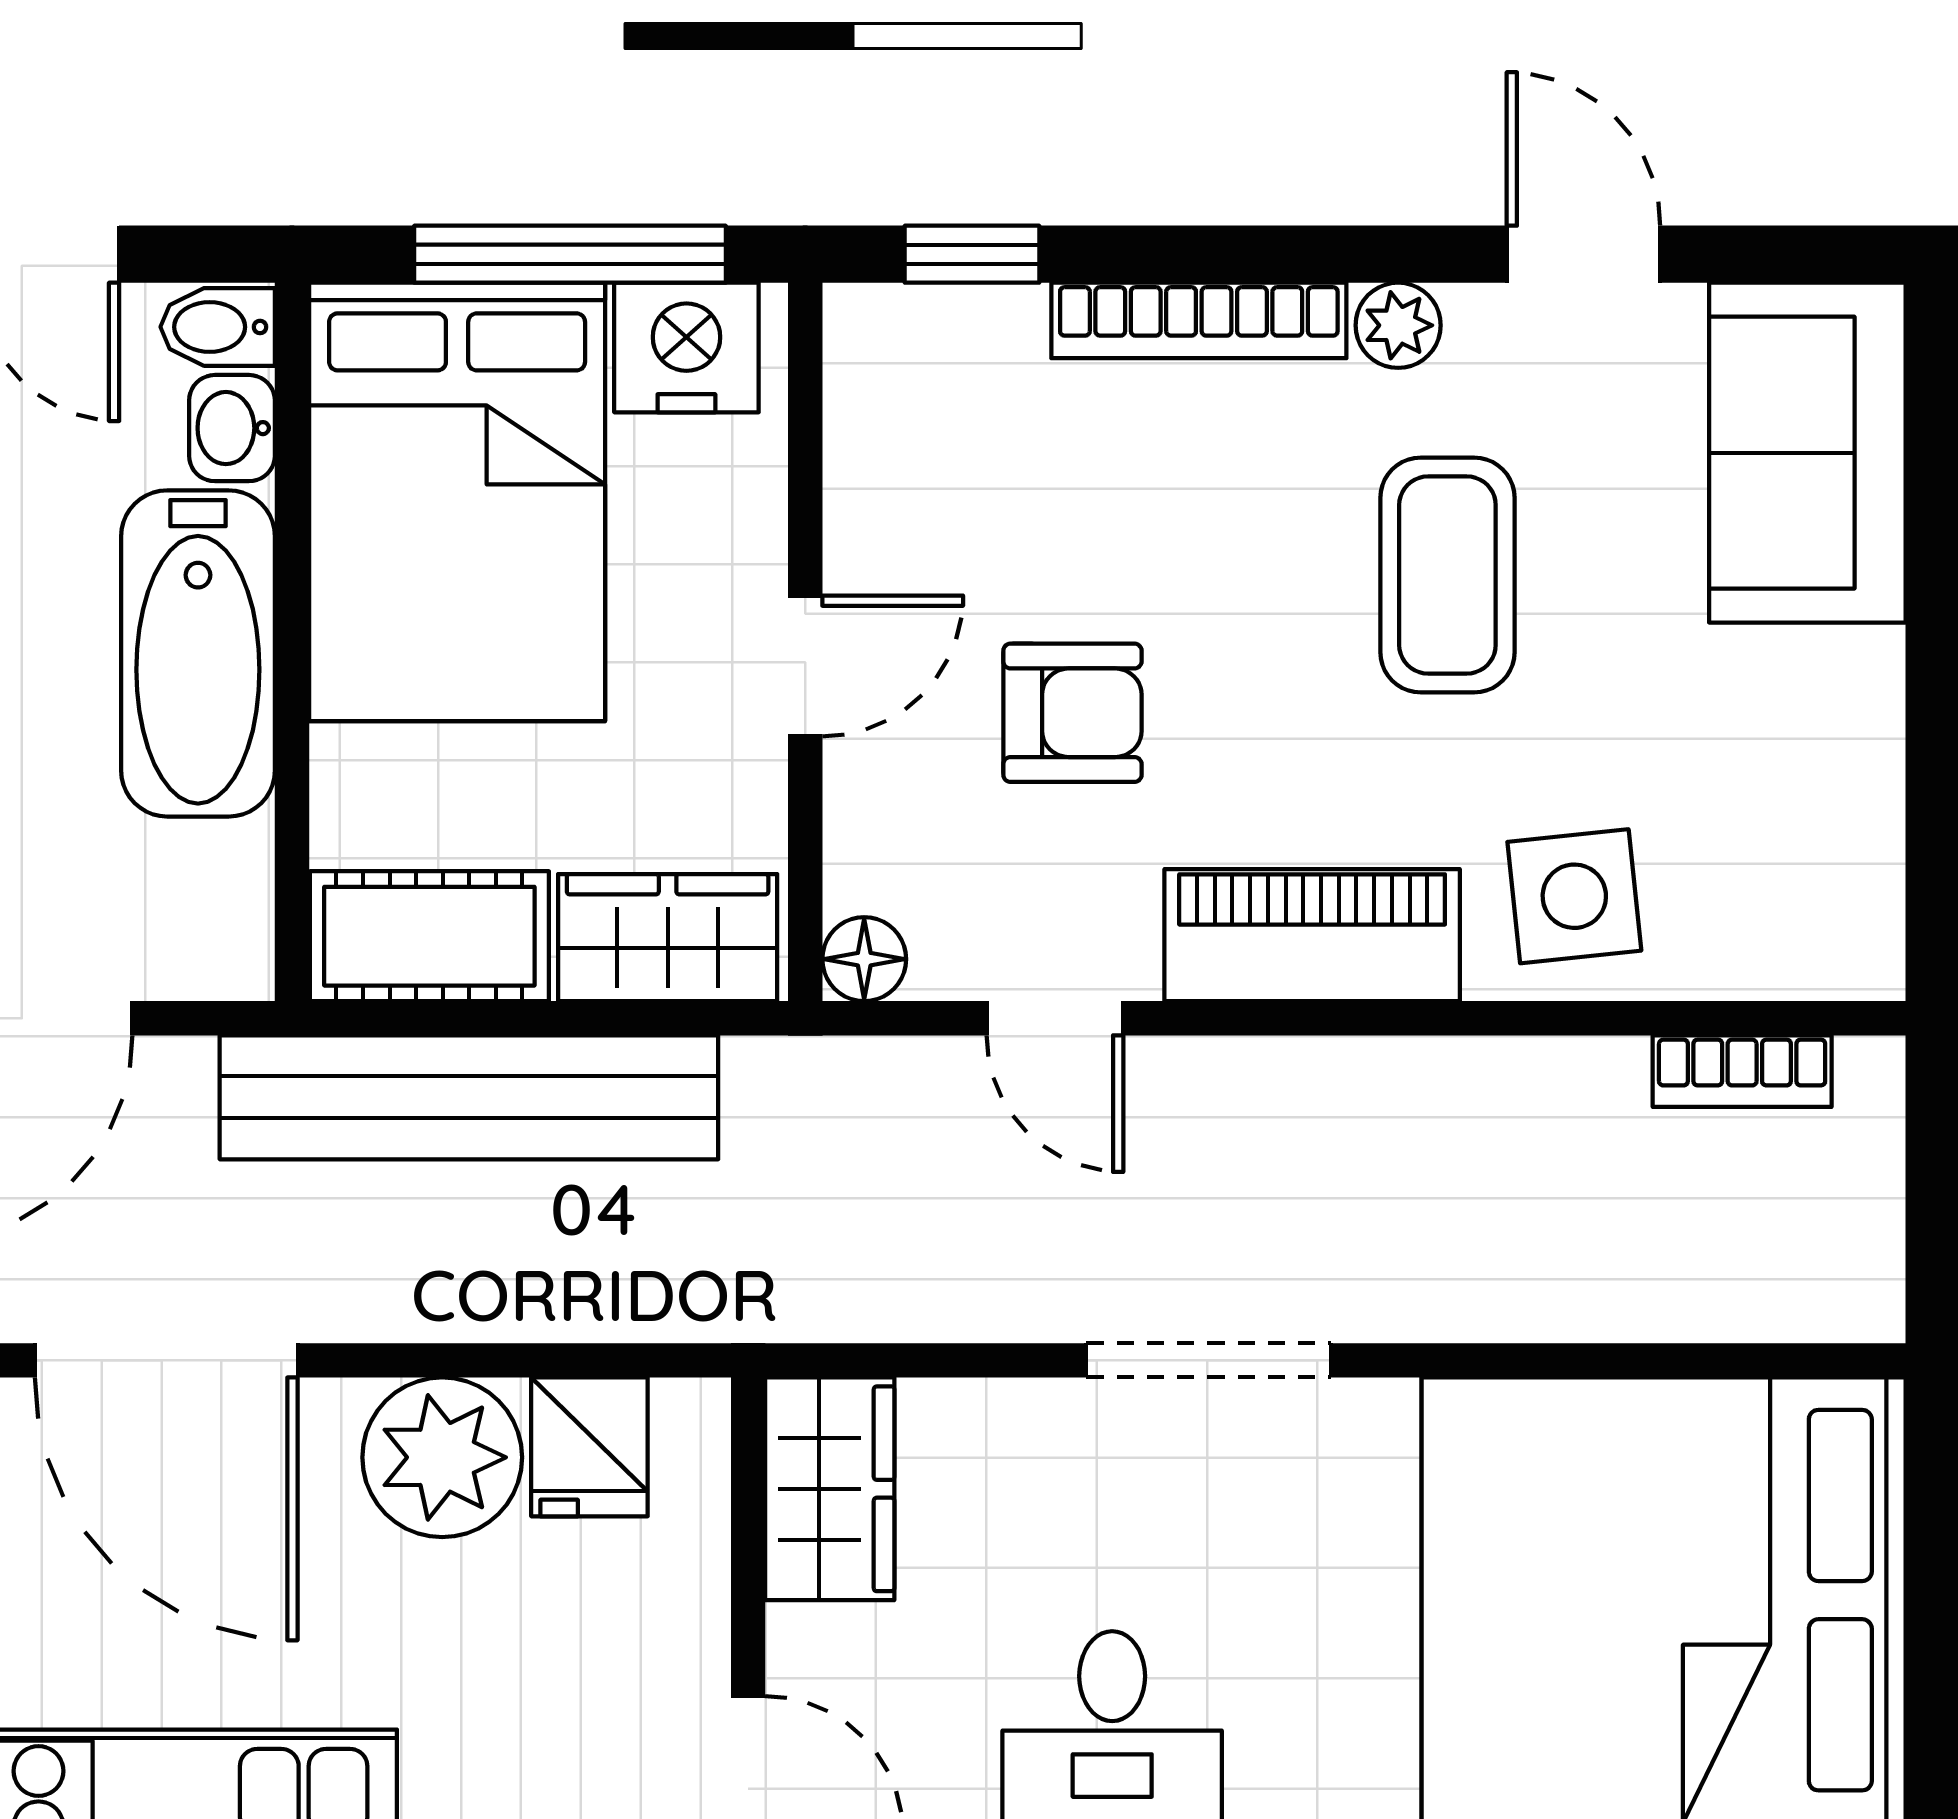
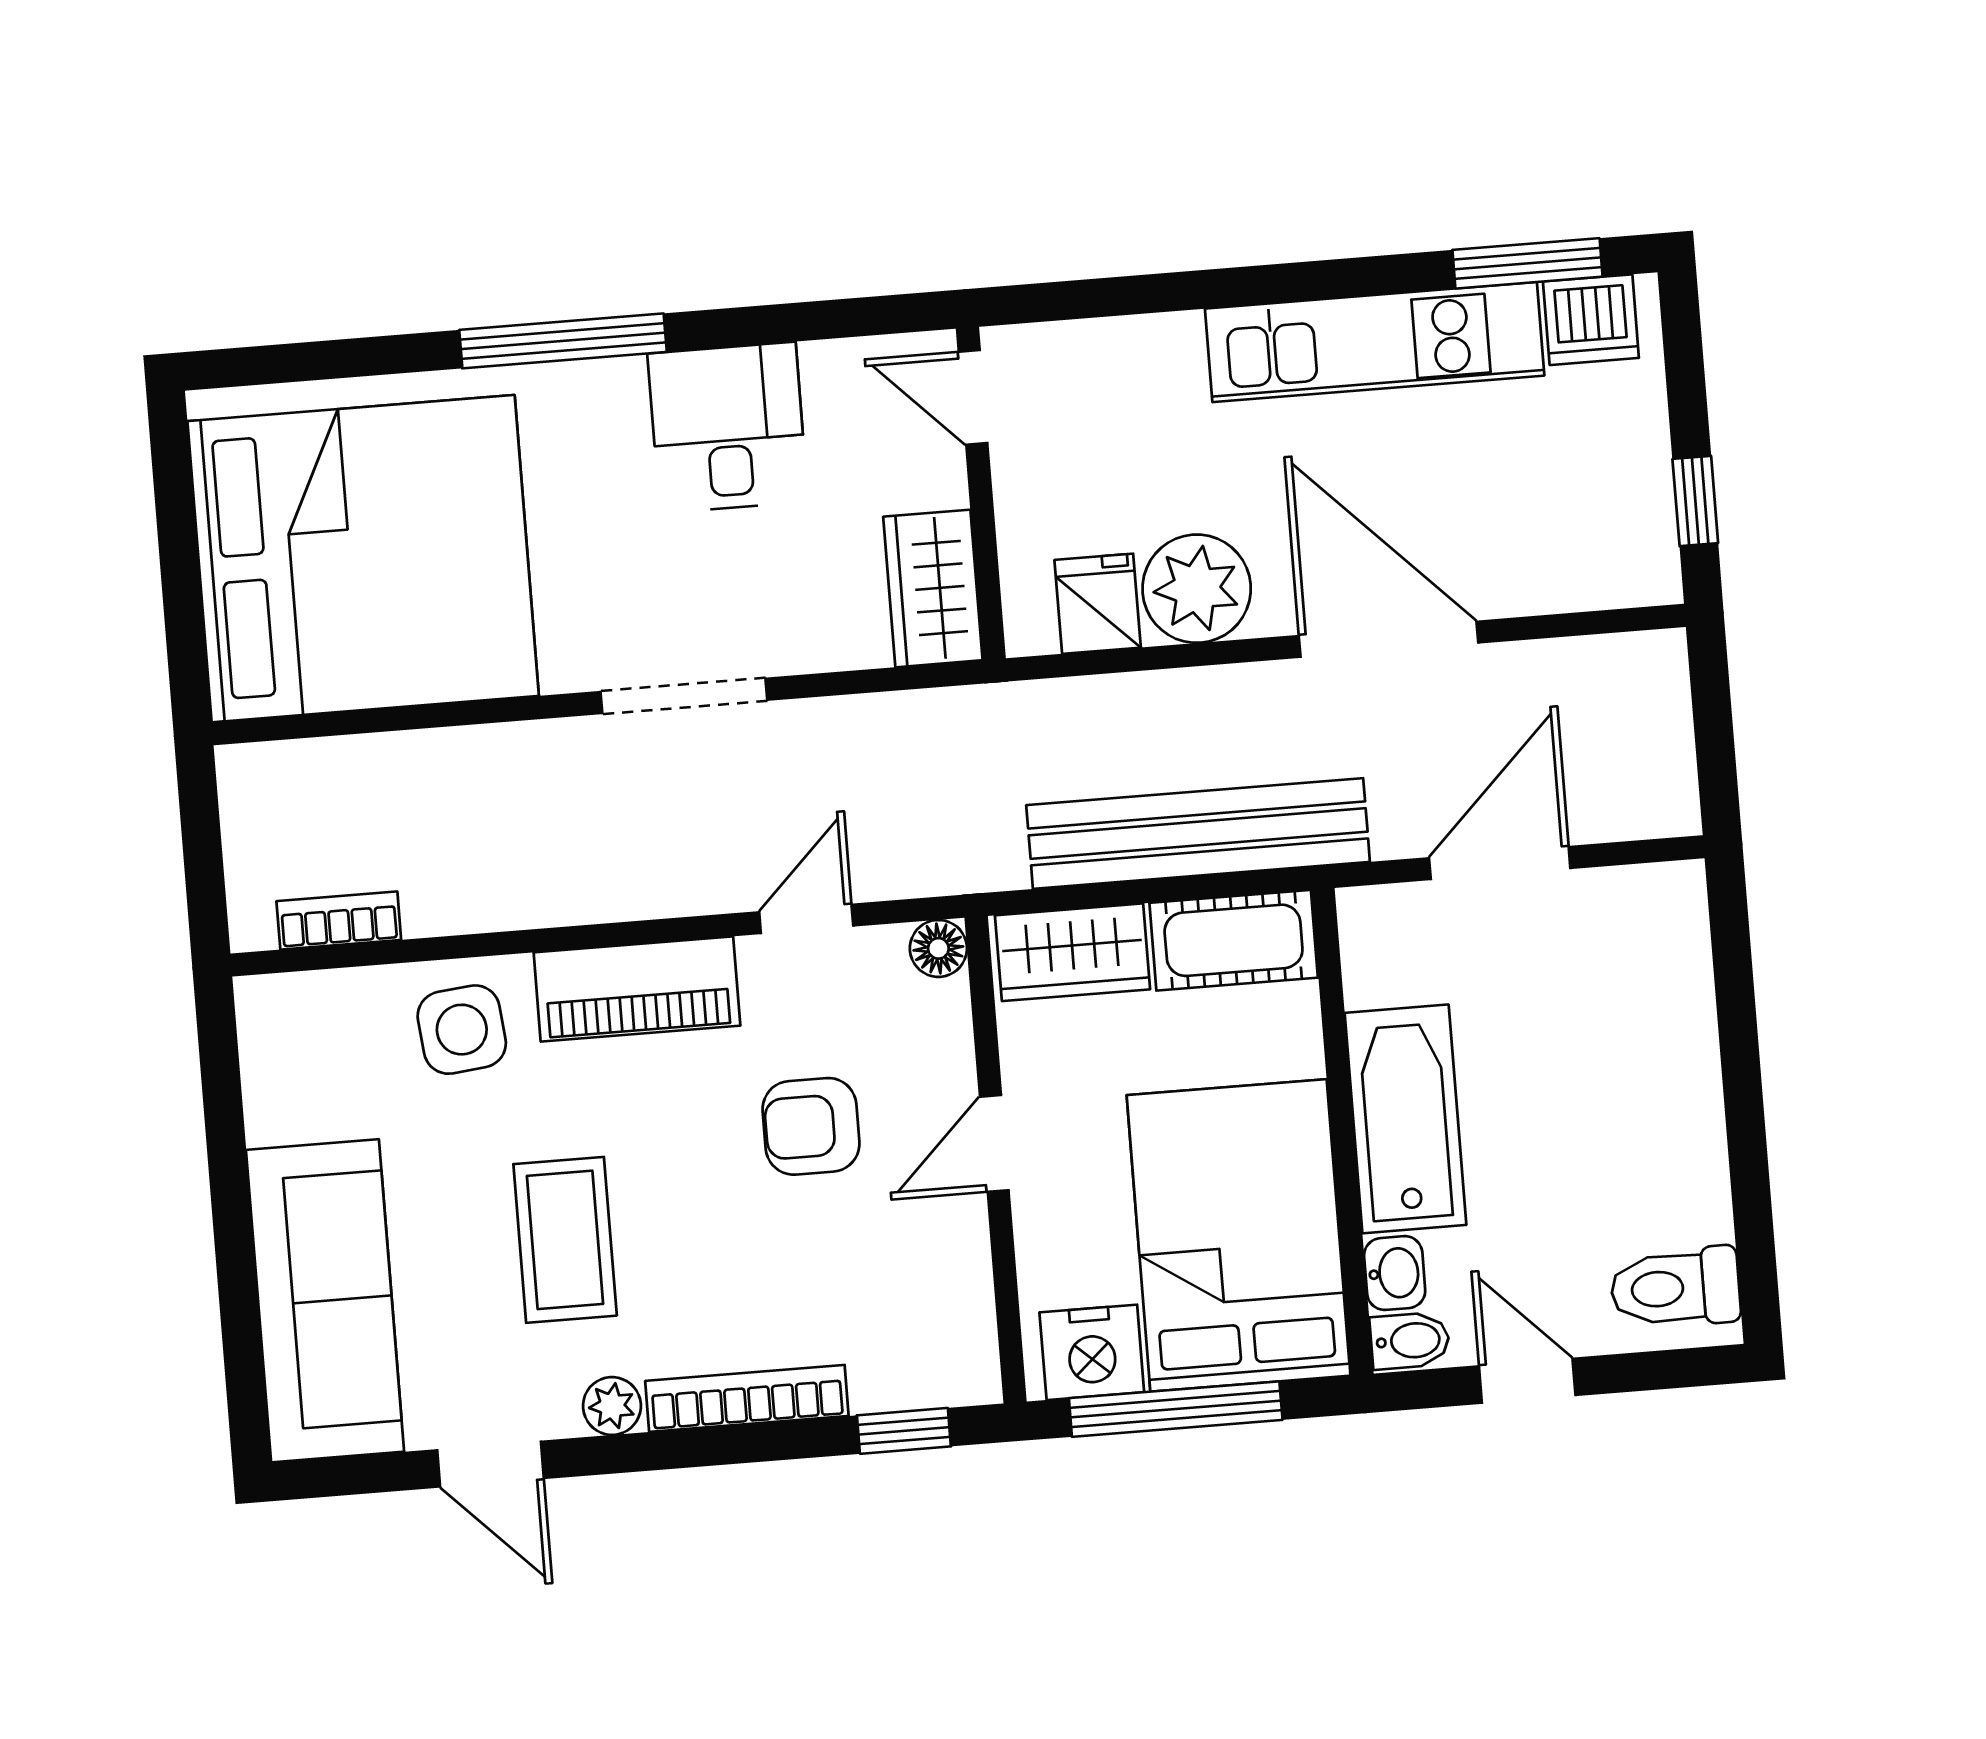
sofa: (1807, 453) -> (325, 1301), width x1.36
door: (1055, 1018) -> (806, 919), hinge flipped

